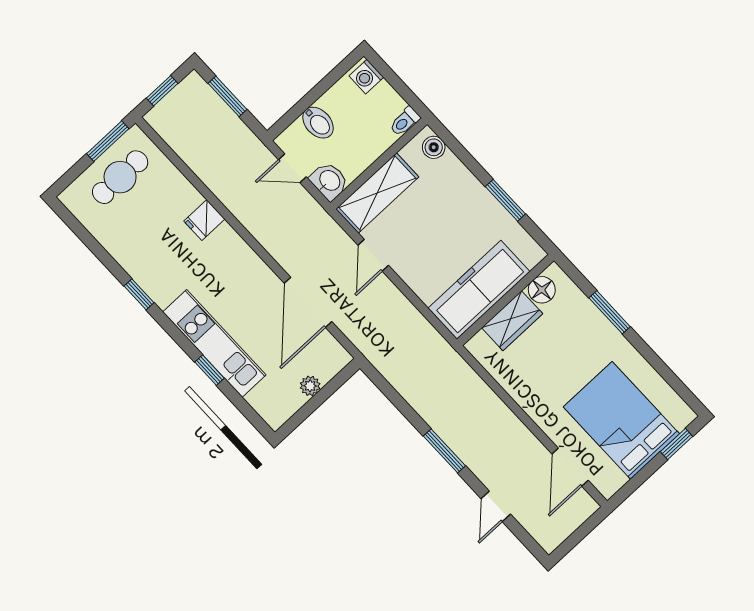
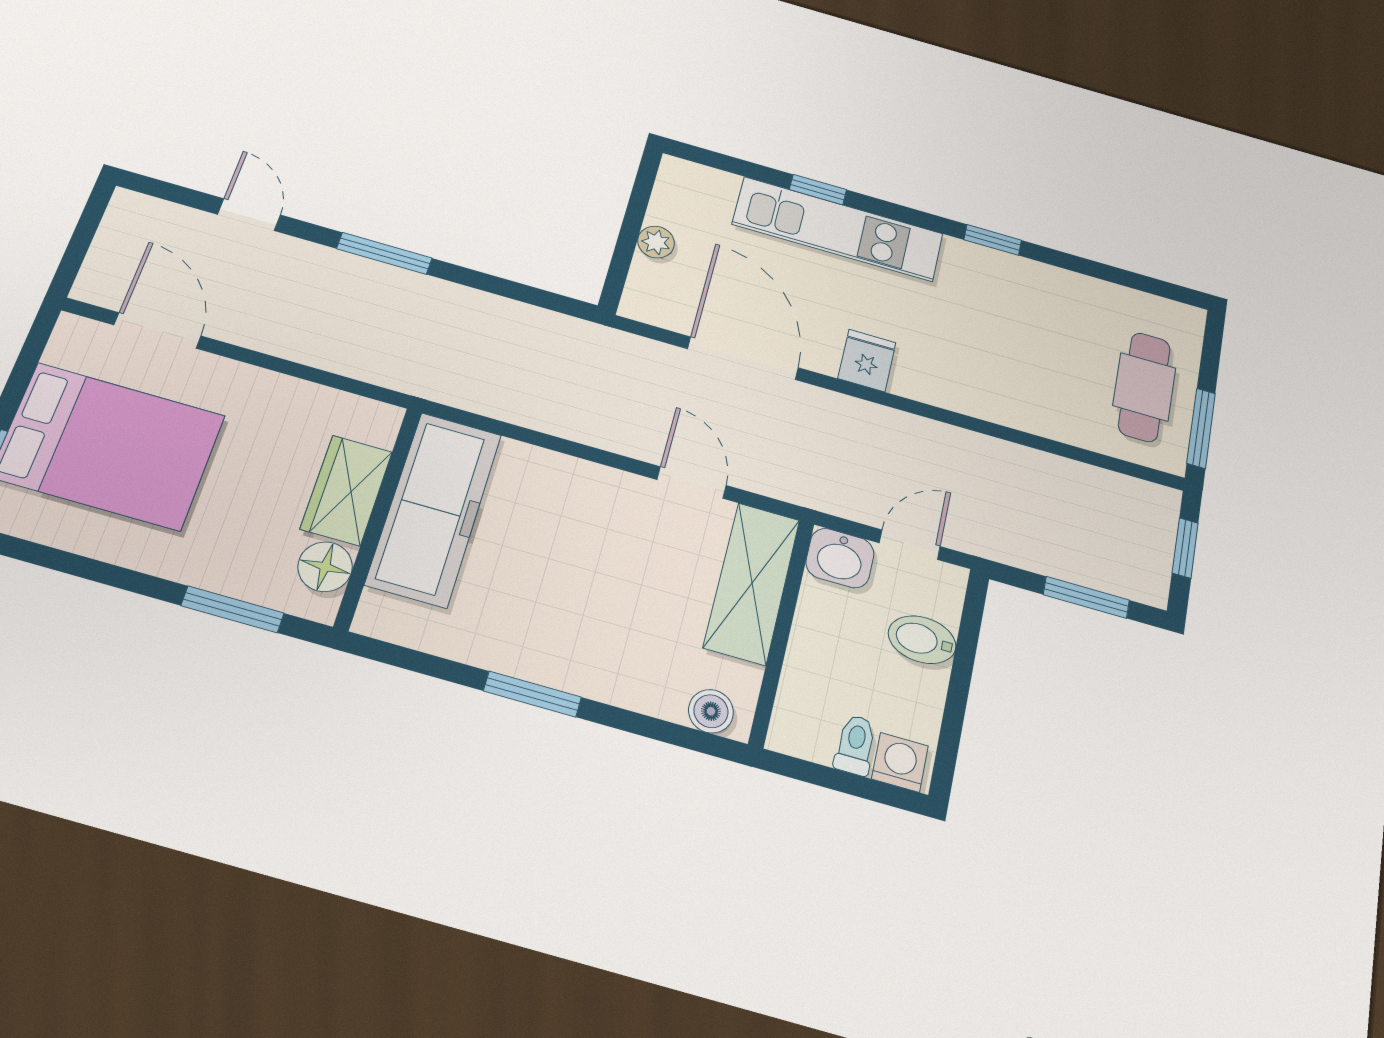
toilet: (405, 121) -> (855, 745), moved
fridge: (204, 220) -> (867, 360), moved
freezer: (479, 290) -> (434, 509), moved
floor lamp: (542, 290) -> (325, 567), moved
wall: (505, 300) -> (379, 517), moved
wardrobe: (512, 321) -> (346, 490), moved

